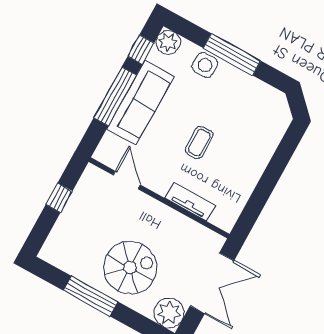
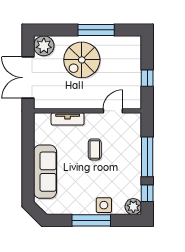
sofa: (140, 103) -> (45, 172), moved, turned 180
coffee table: (199, 143) -> (95, 149), moved
door: (127, 180) -> (113, 111), swing flipped

